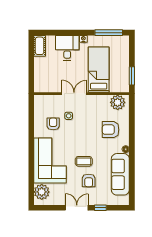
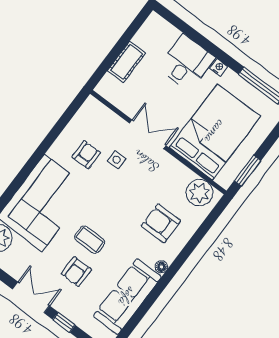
cot: (40, 46) -> (127, 62), moved
bed: (99, 70) -> (215, 132), width x1.50

